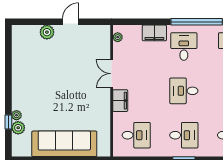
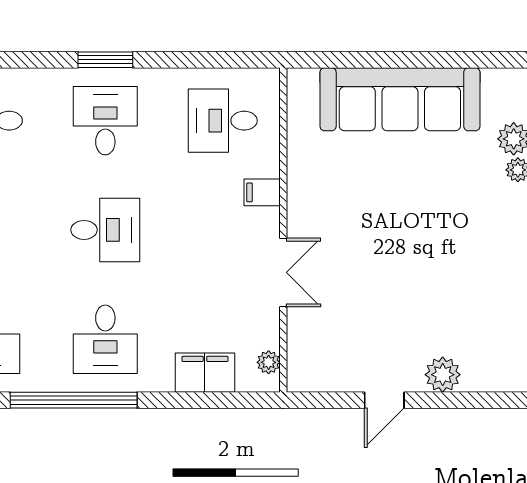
filing cabinet: (154, 33) -> (205, 373), moved
filing cabinet: (120, 101) -> (262, 192), width x0.50
desk: (184, 135) -> (105, 121), turned 90

